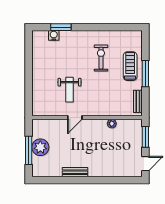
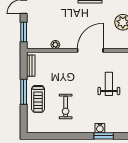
water cooler: (54, 35) -> (100, 128), moved
weight bench: (69, 90) -> (109, 84), moved
door: (75, 118) -> (90, 50), width x1.87

